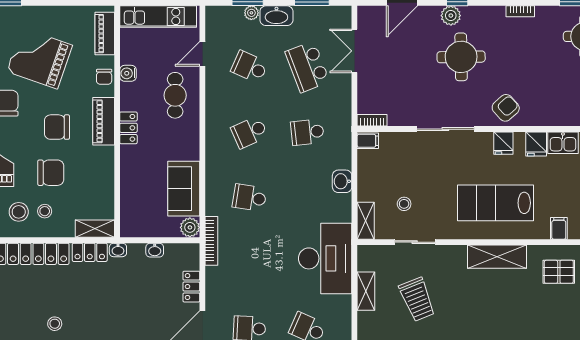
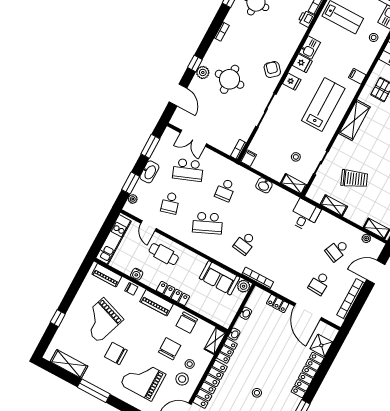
plant: (251, 13) -> (133, 199), moved
school desk: (249, 67) -> (170, 203), turned -39
chair: (57, 127) -> (187, 323), moved
locker: (128, 128) -> (173, 293), width x1.53
school desk: (249, 132) -> (208, 223), width x1.85
lab bench: (495, 203) -> (323, 104), turned 180
desk: (325, 258) -> (305, 215), width x0.53, depth x0.77

